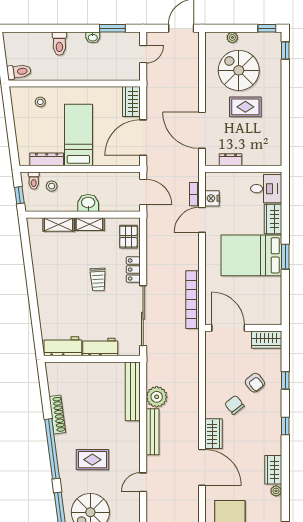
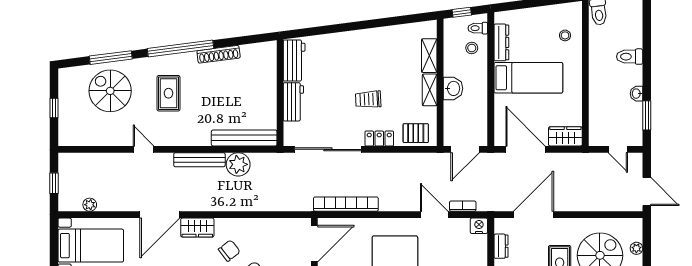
nightstand: (212, 198) -> (479, 226), moved

